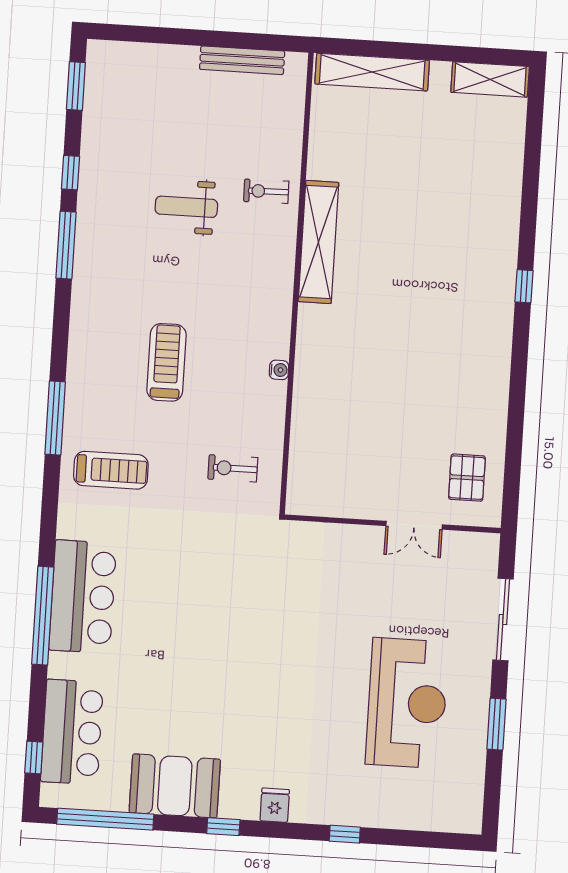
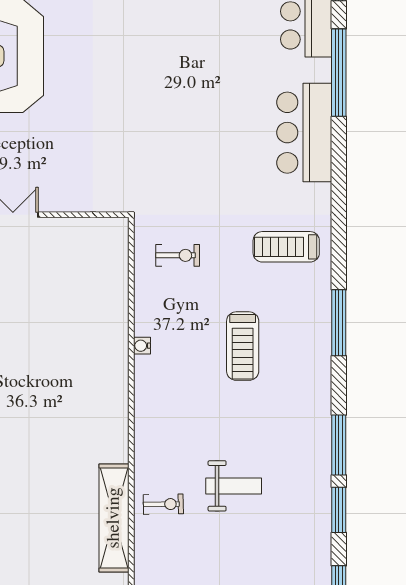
window: (71, 173) -> (339, 510), width x1.50
shelving: (318, 242) -> (114, 518), moved
window: (55, 418) -> (339, 323), moved
window: (43, 616) -> (339, 73), moved

